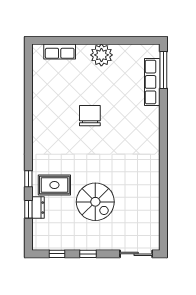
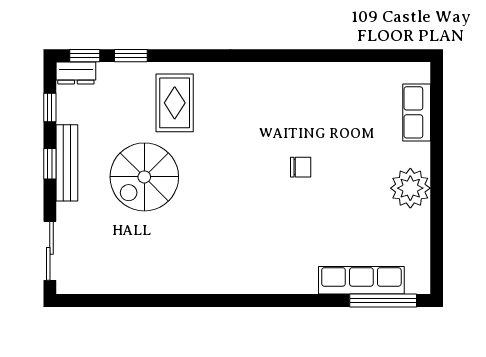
chair: (90, 116) -> (301, 167), width x0.54, depth x0.54
window: (28, 179) -> (85, 56), moved
dresser: (38, 208) -> (76, 73), moved
bench: (88, 244) -> (67, 163), added

